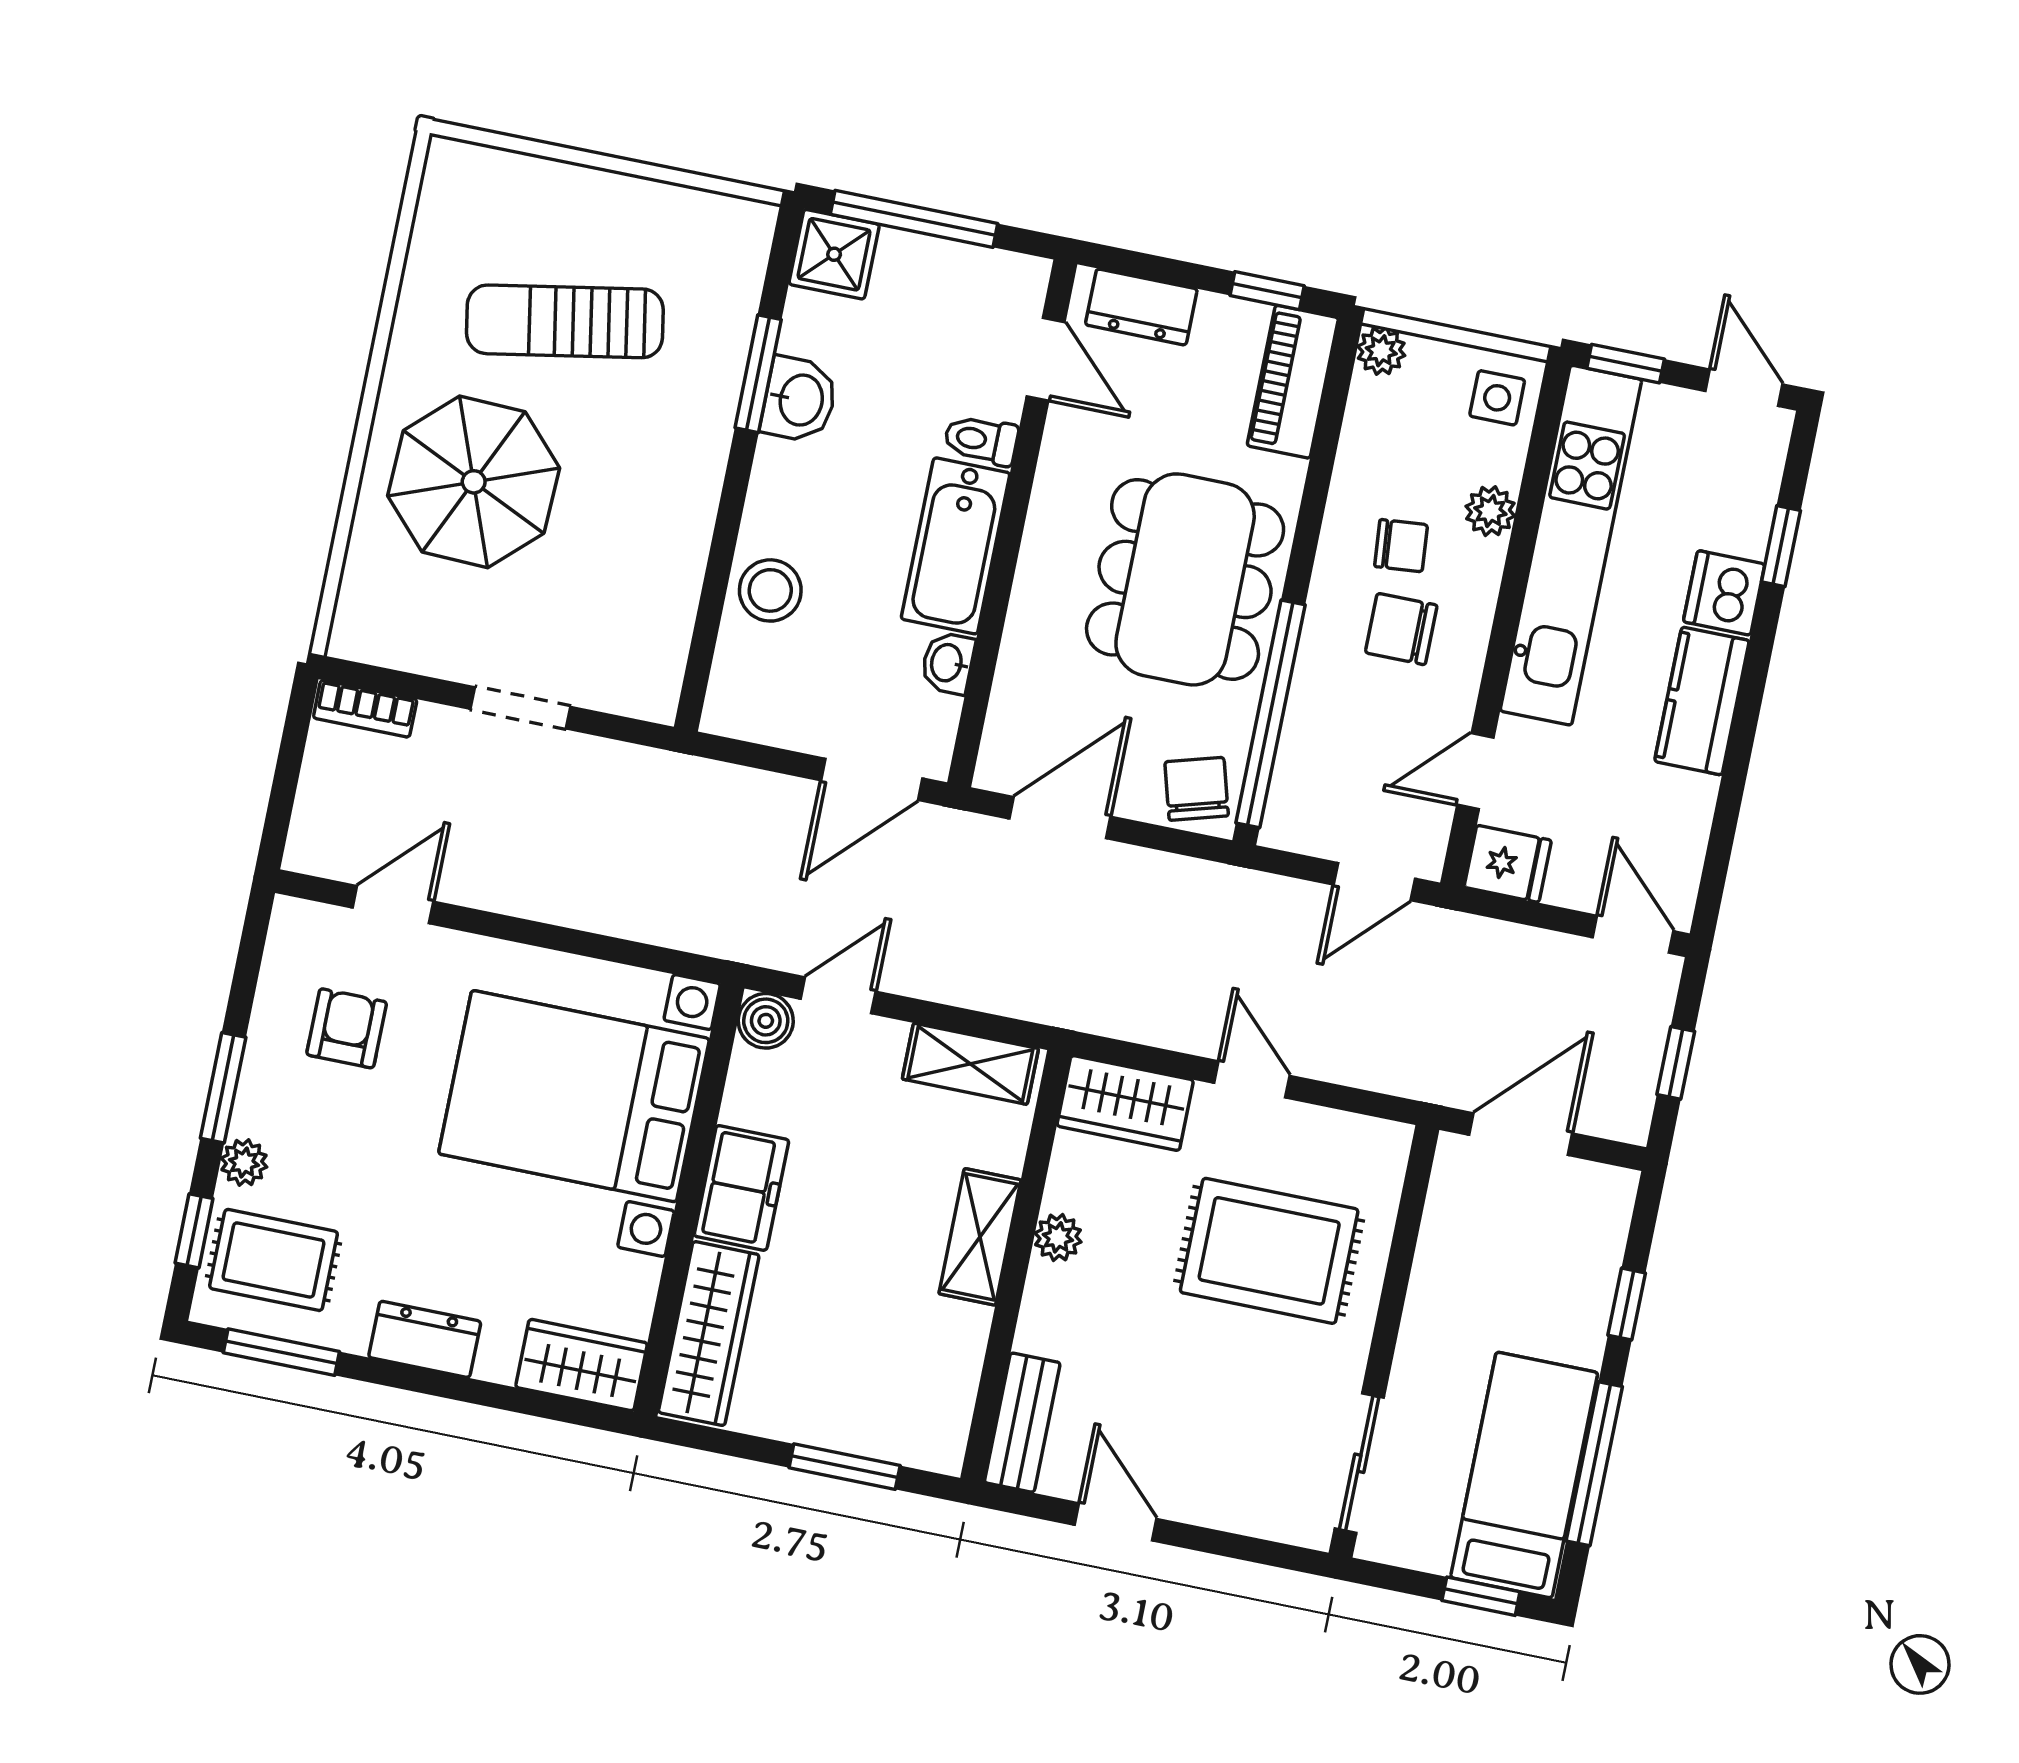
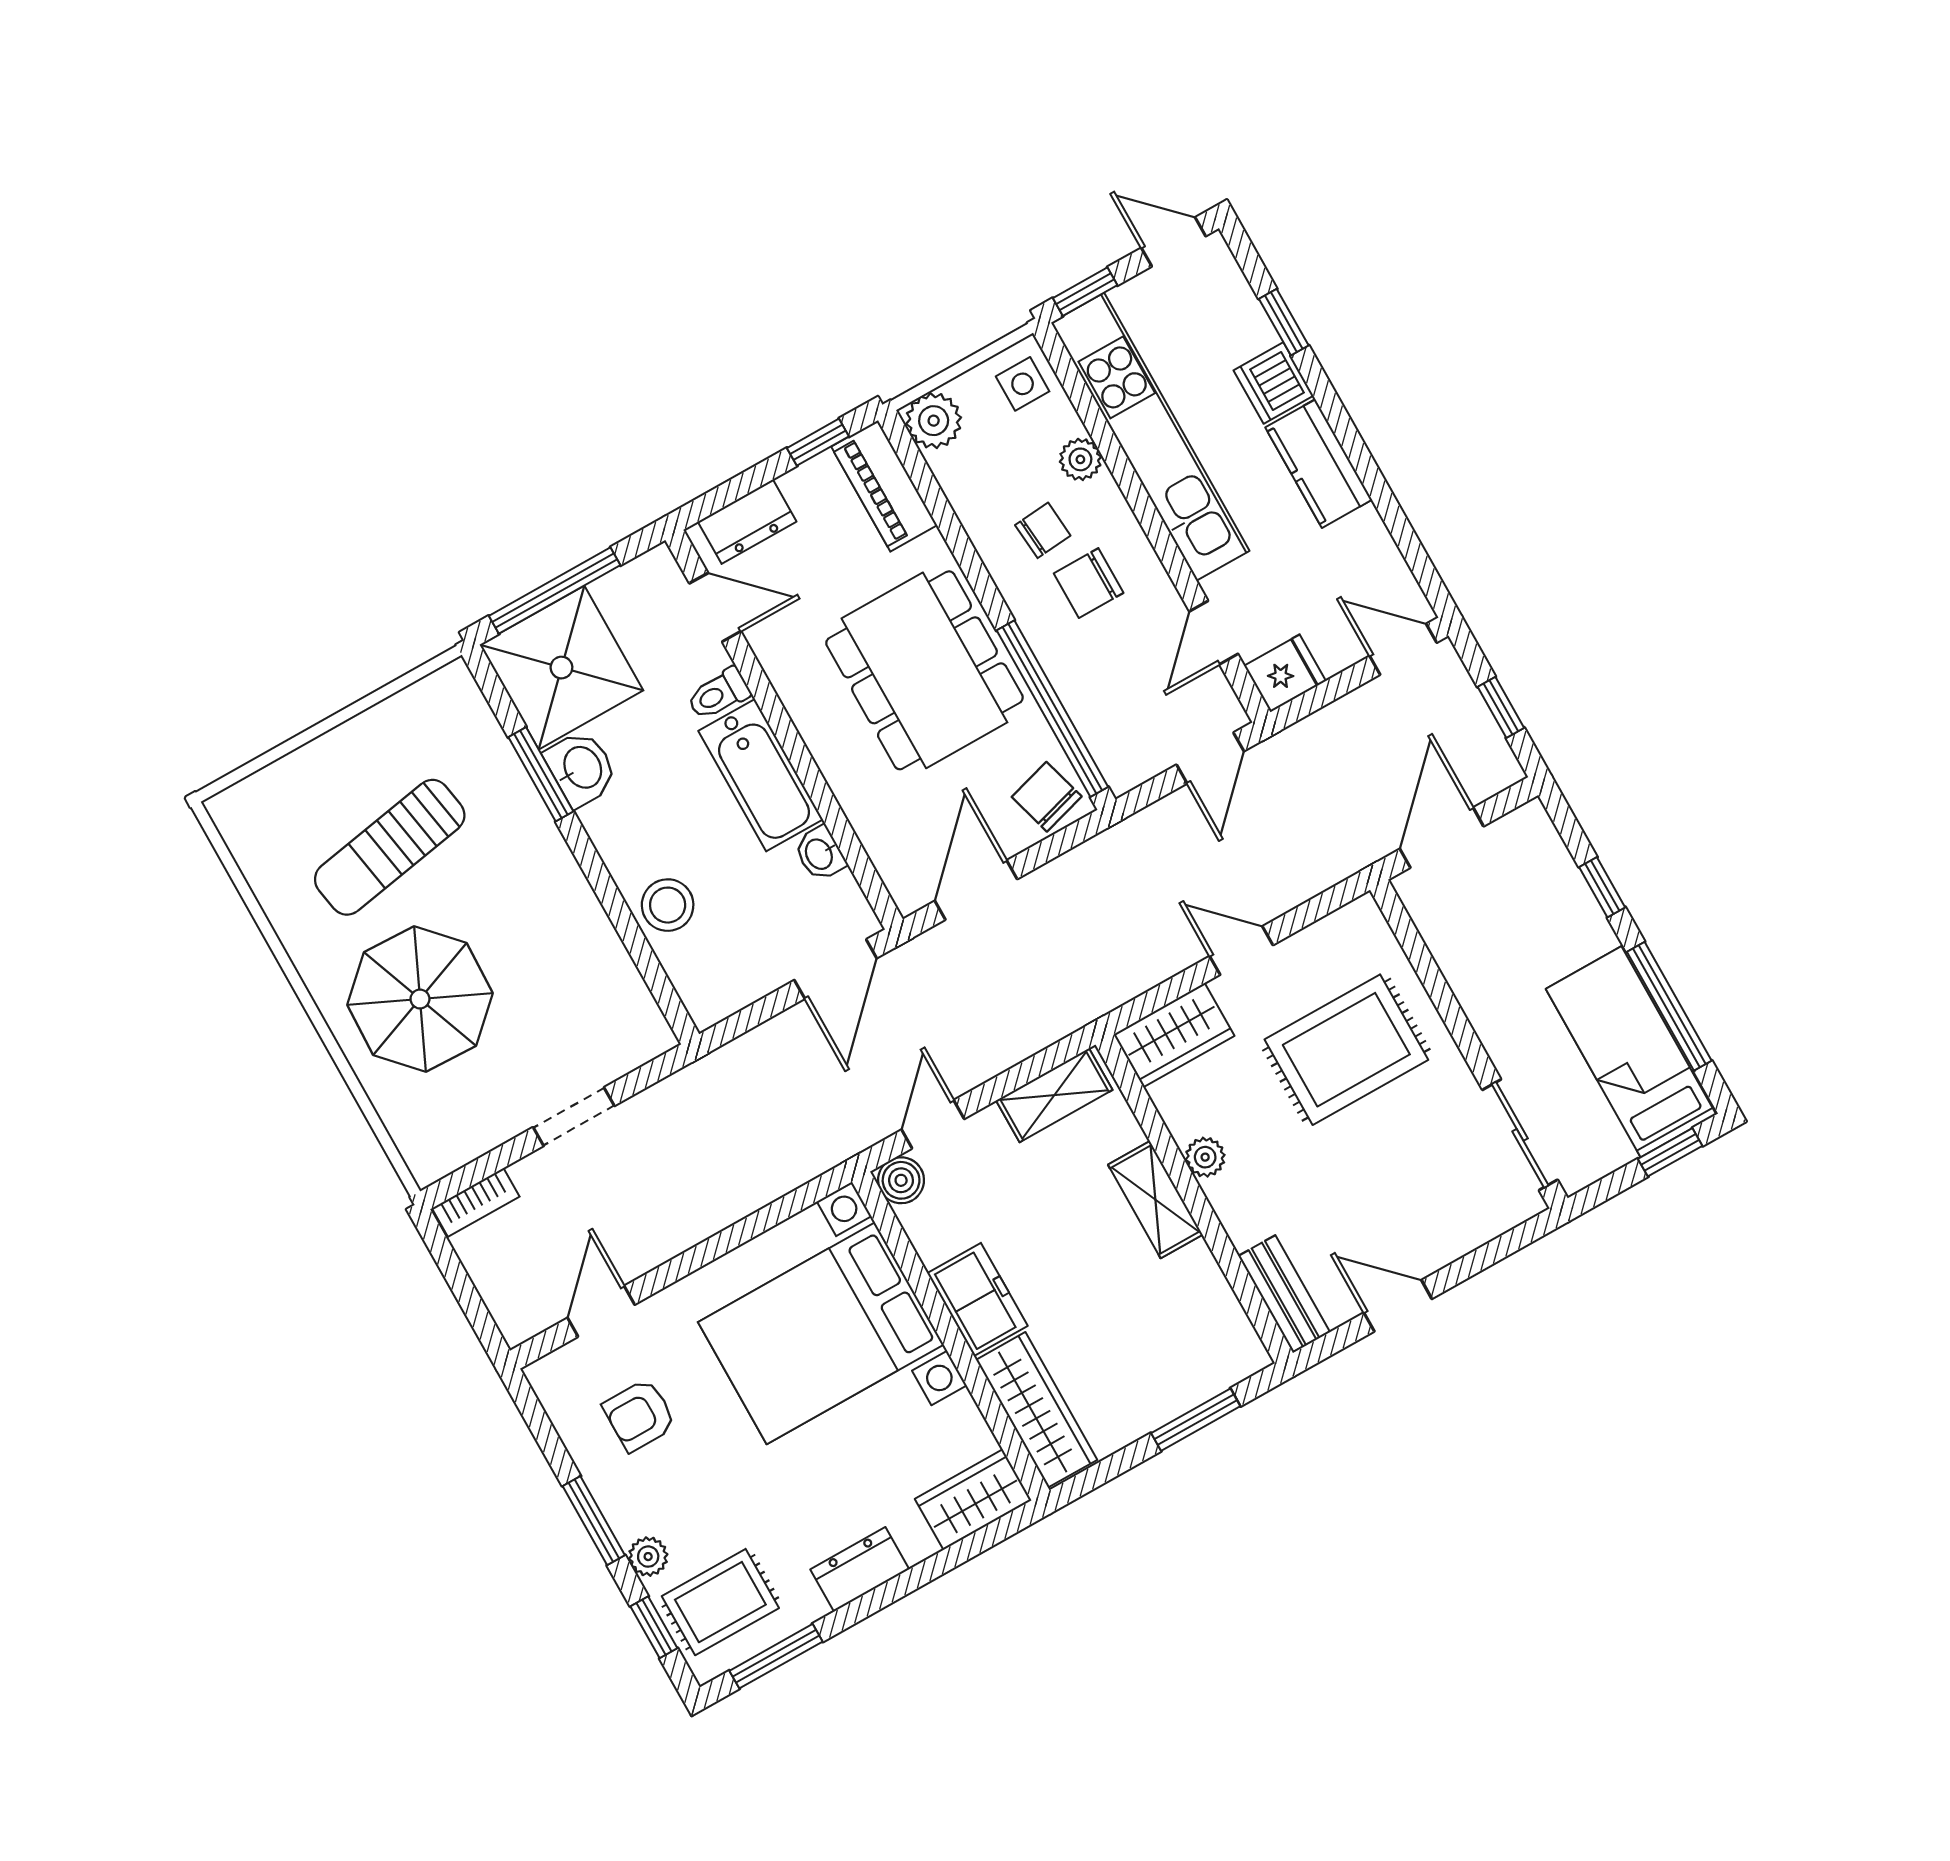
shower: (834, 254) -> (561, 668), width x1.86, depth x1.86
plant: (1381, 351) -> (934, 421), width x1.38, depth x1.38
armchair: (347, 1028) -> (639, 1415), turned -90

